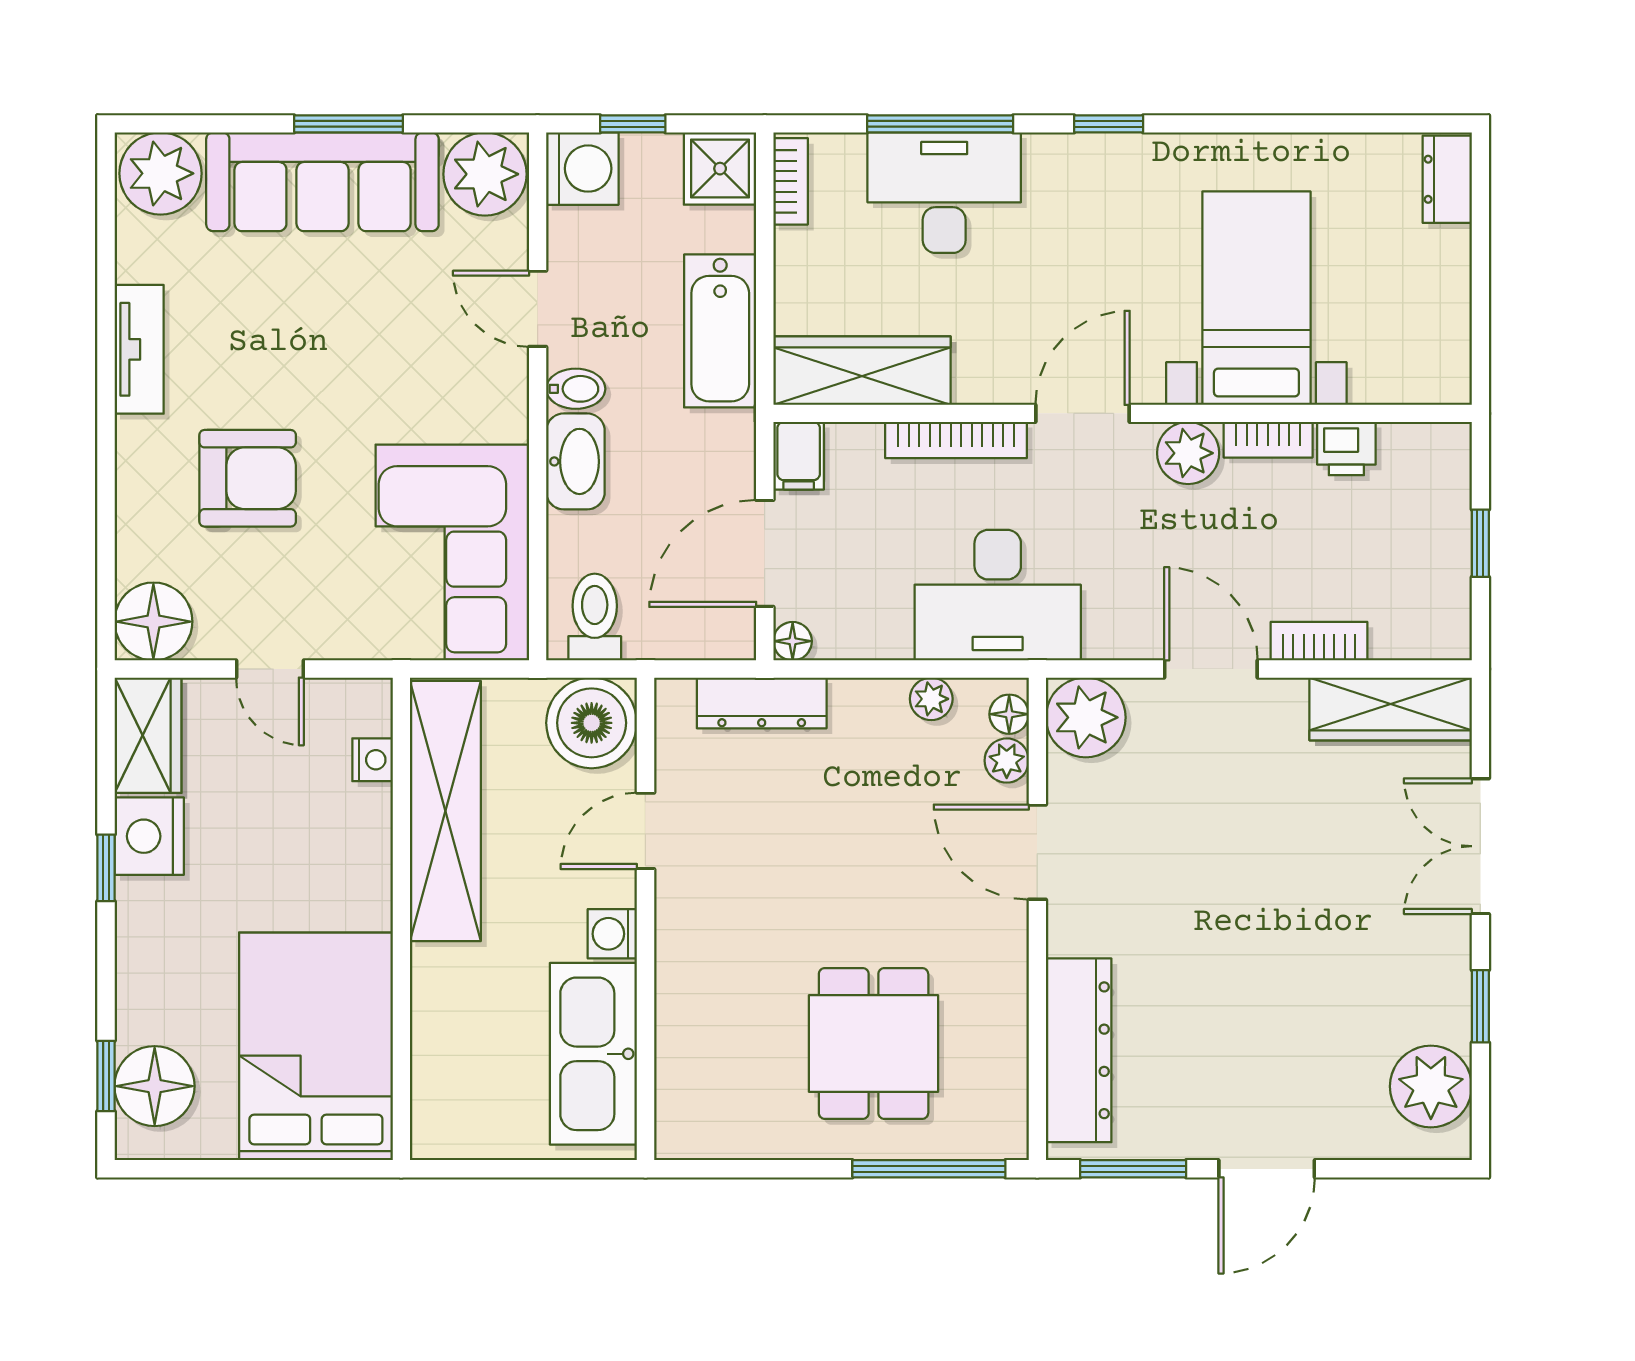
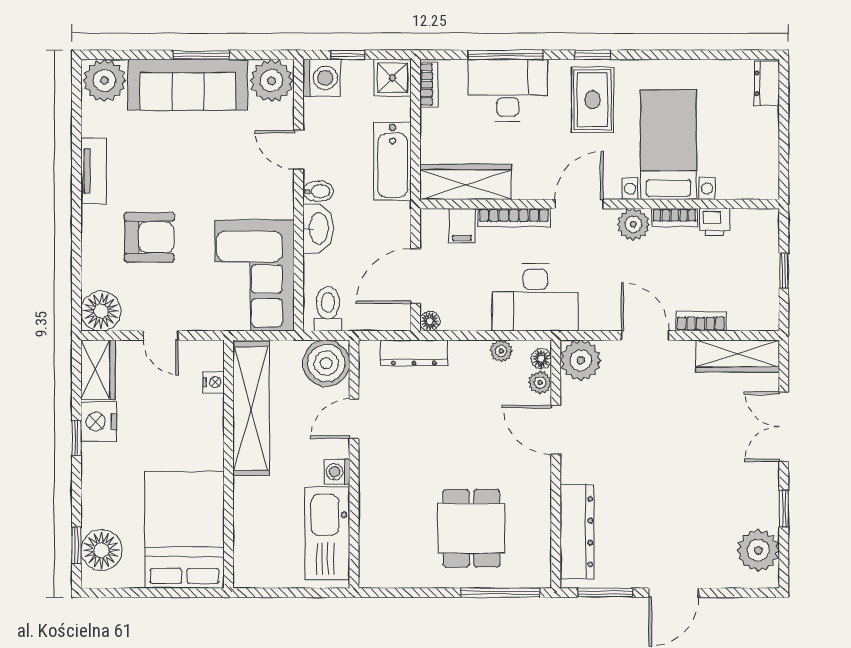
rug: (1109, 211) -> (592, 100), added
filing cabinet: (799, 456) -> (462, 226), moved

